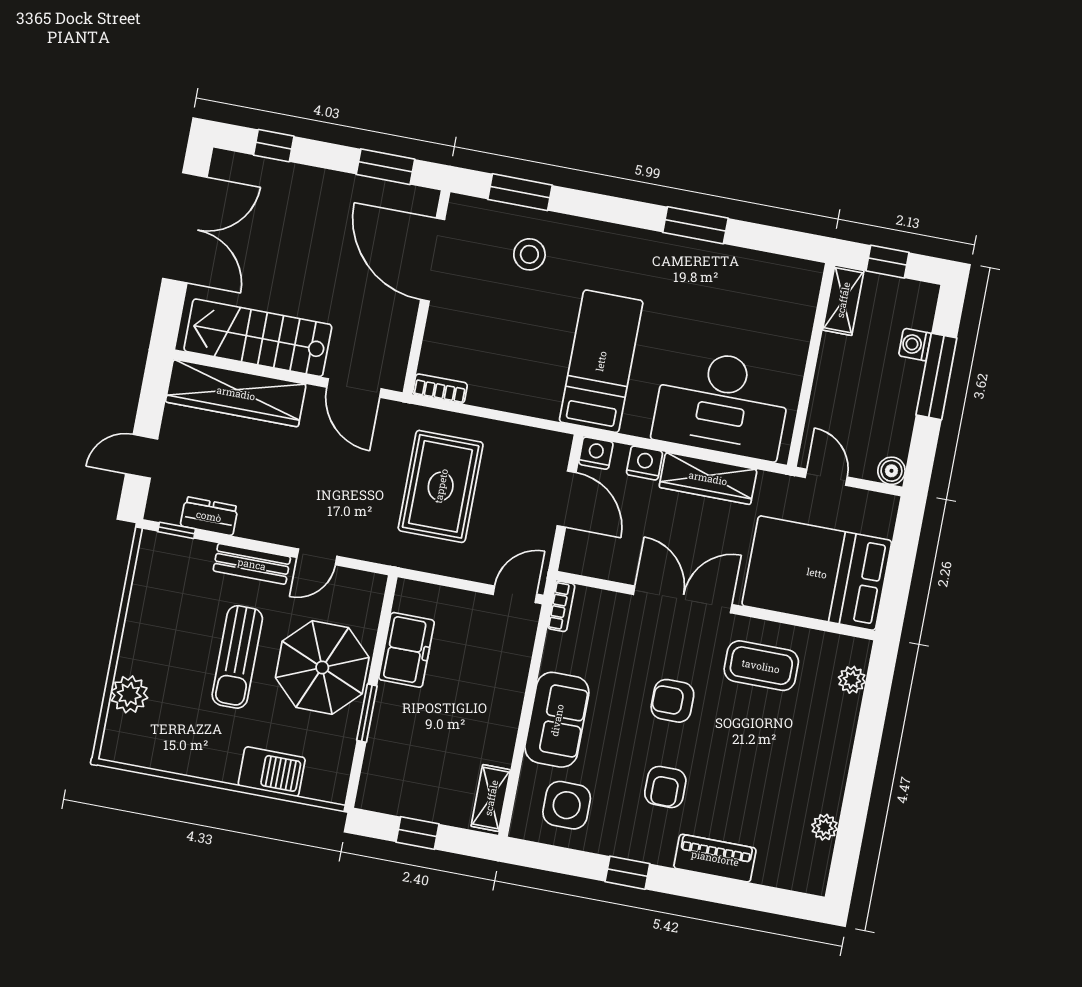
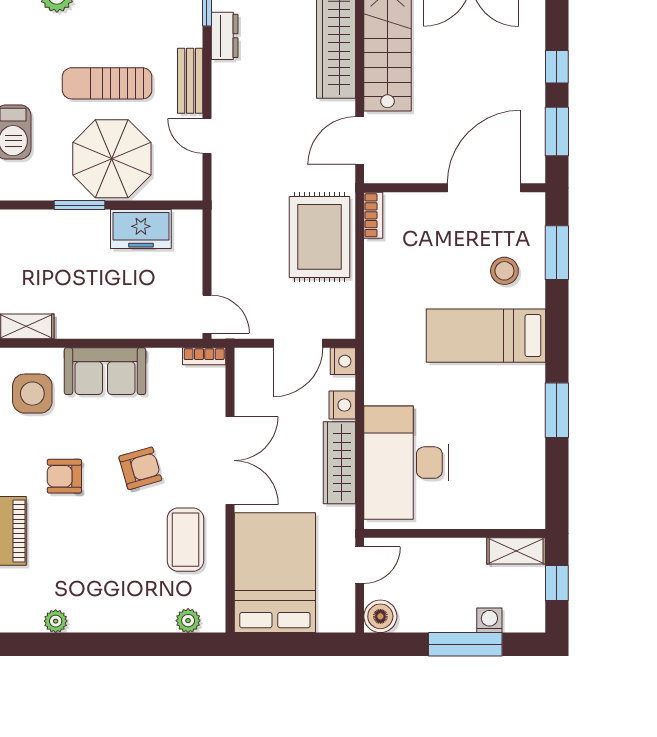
window: (274, 146) -> (557, 67), moved
bed: (601, 361) -> (486, 336), moved, turned 180
boiler: (891, 471) -> (380, 616), width x1.36, depth x1.36
rug: (441, 486) -> (319, 237), moved, turned 90
armchair: (672, 701) -> (140, 468), turned 74

